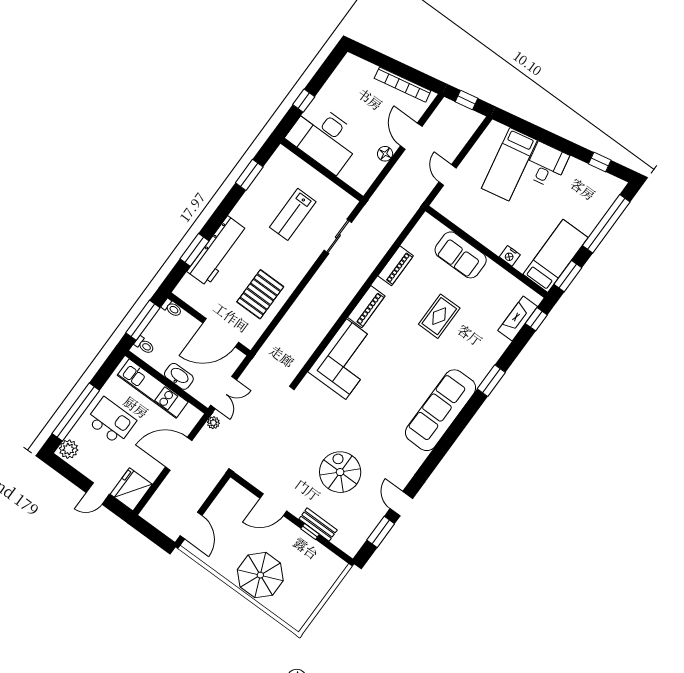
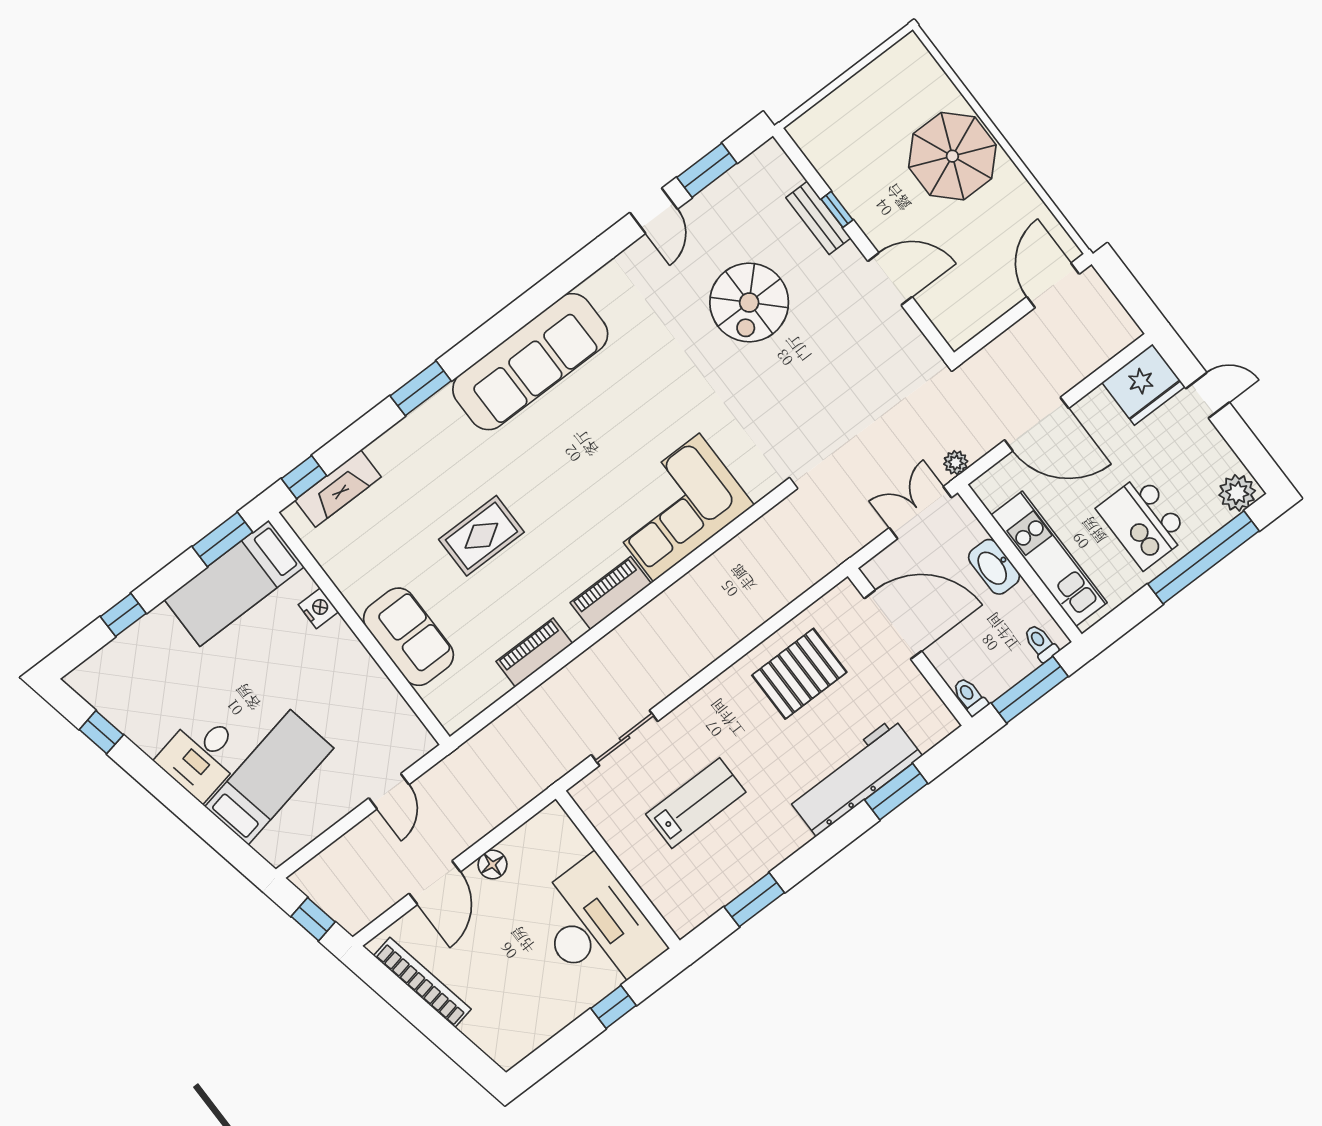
window: (606, 224) -> (123, 615), width x0.32

